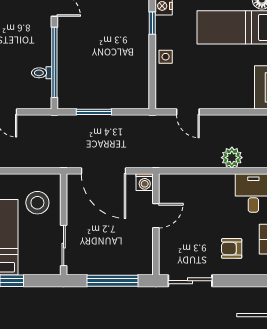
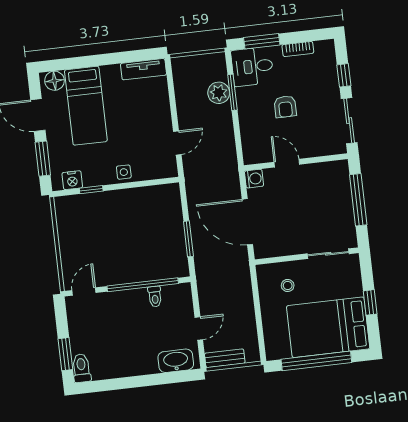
door: (104, 171) -> (247, 222), swing flipped
window: (231, 171) -> (232, 92), added
stool: (37, 203) -> (288, 285), width x0.53, depth x0.53
armchair: (232, 248) -> (285, 107), moved
window: (235, 281) -> (344, 75), added

